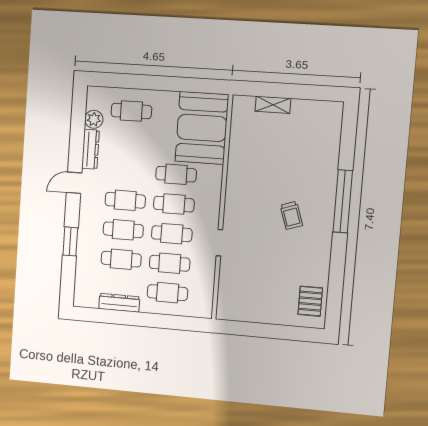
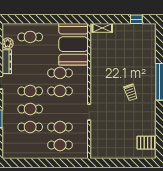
window: (311, 92) -> (136, 19), added
shelving: (273, 105) -> (102, 28), moved
cafe table: (172, 234) -> (60, 109), removed
pallet: (310, 301) -> (146, 143), turned 90
dresser: (119, 303) -> (31, 154), removed

